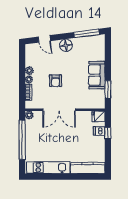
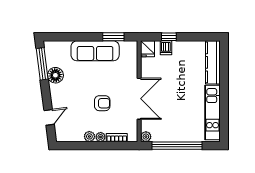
floor lamp: (66, 45) -> (55, 75), moved
sofa: (97, 75) -> (95, 51), width x1.36

